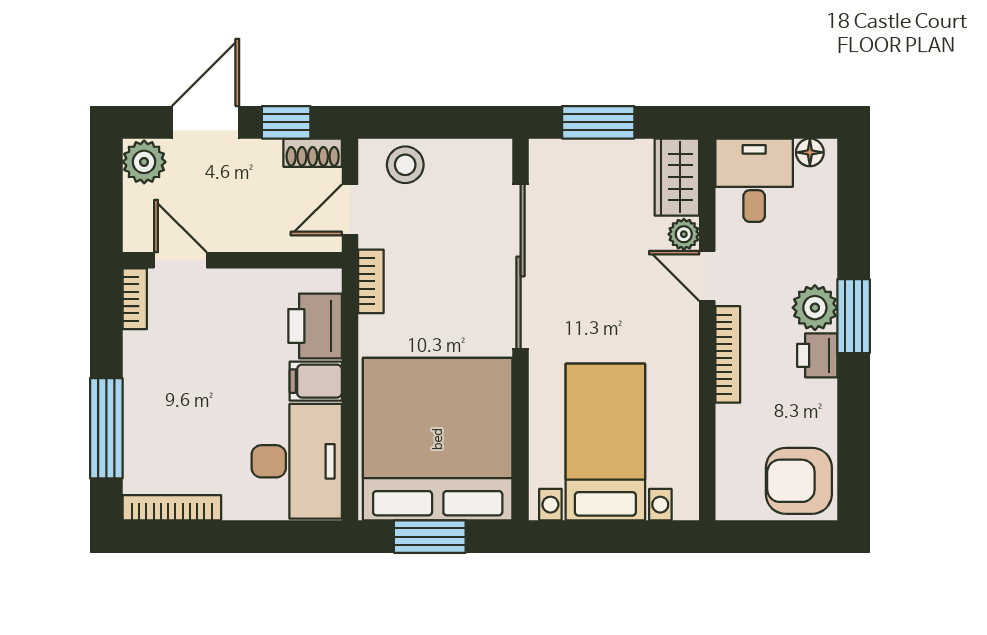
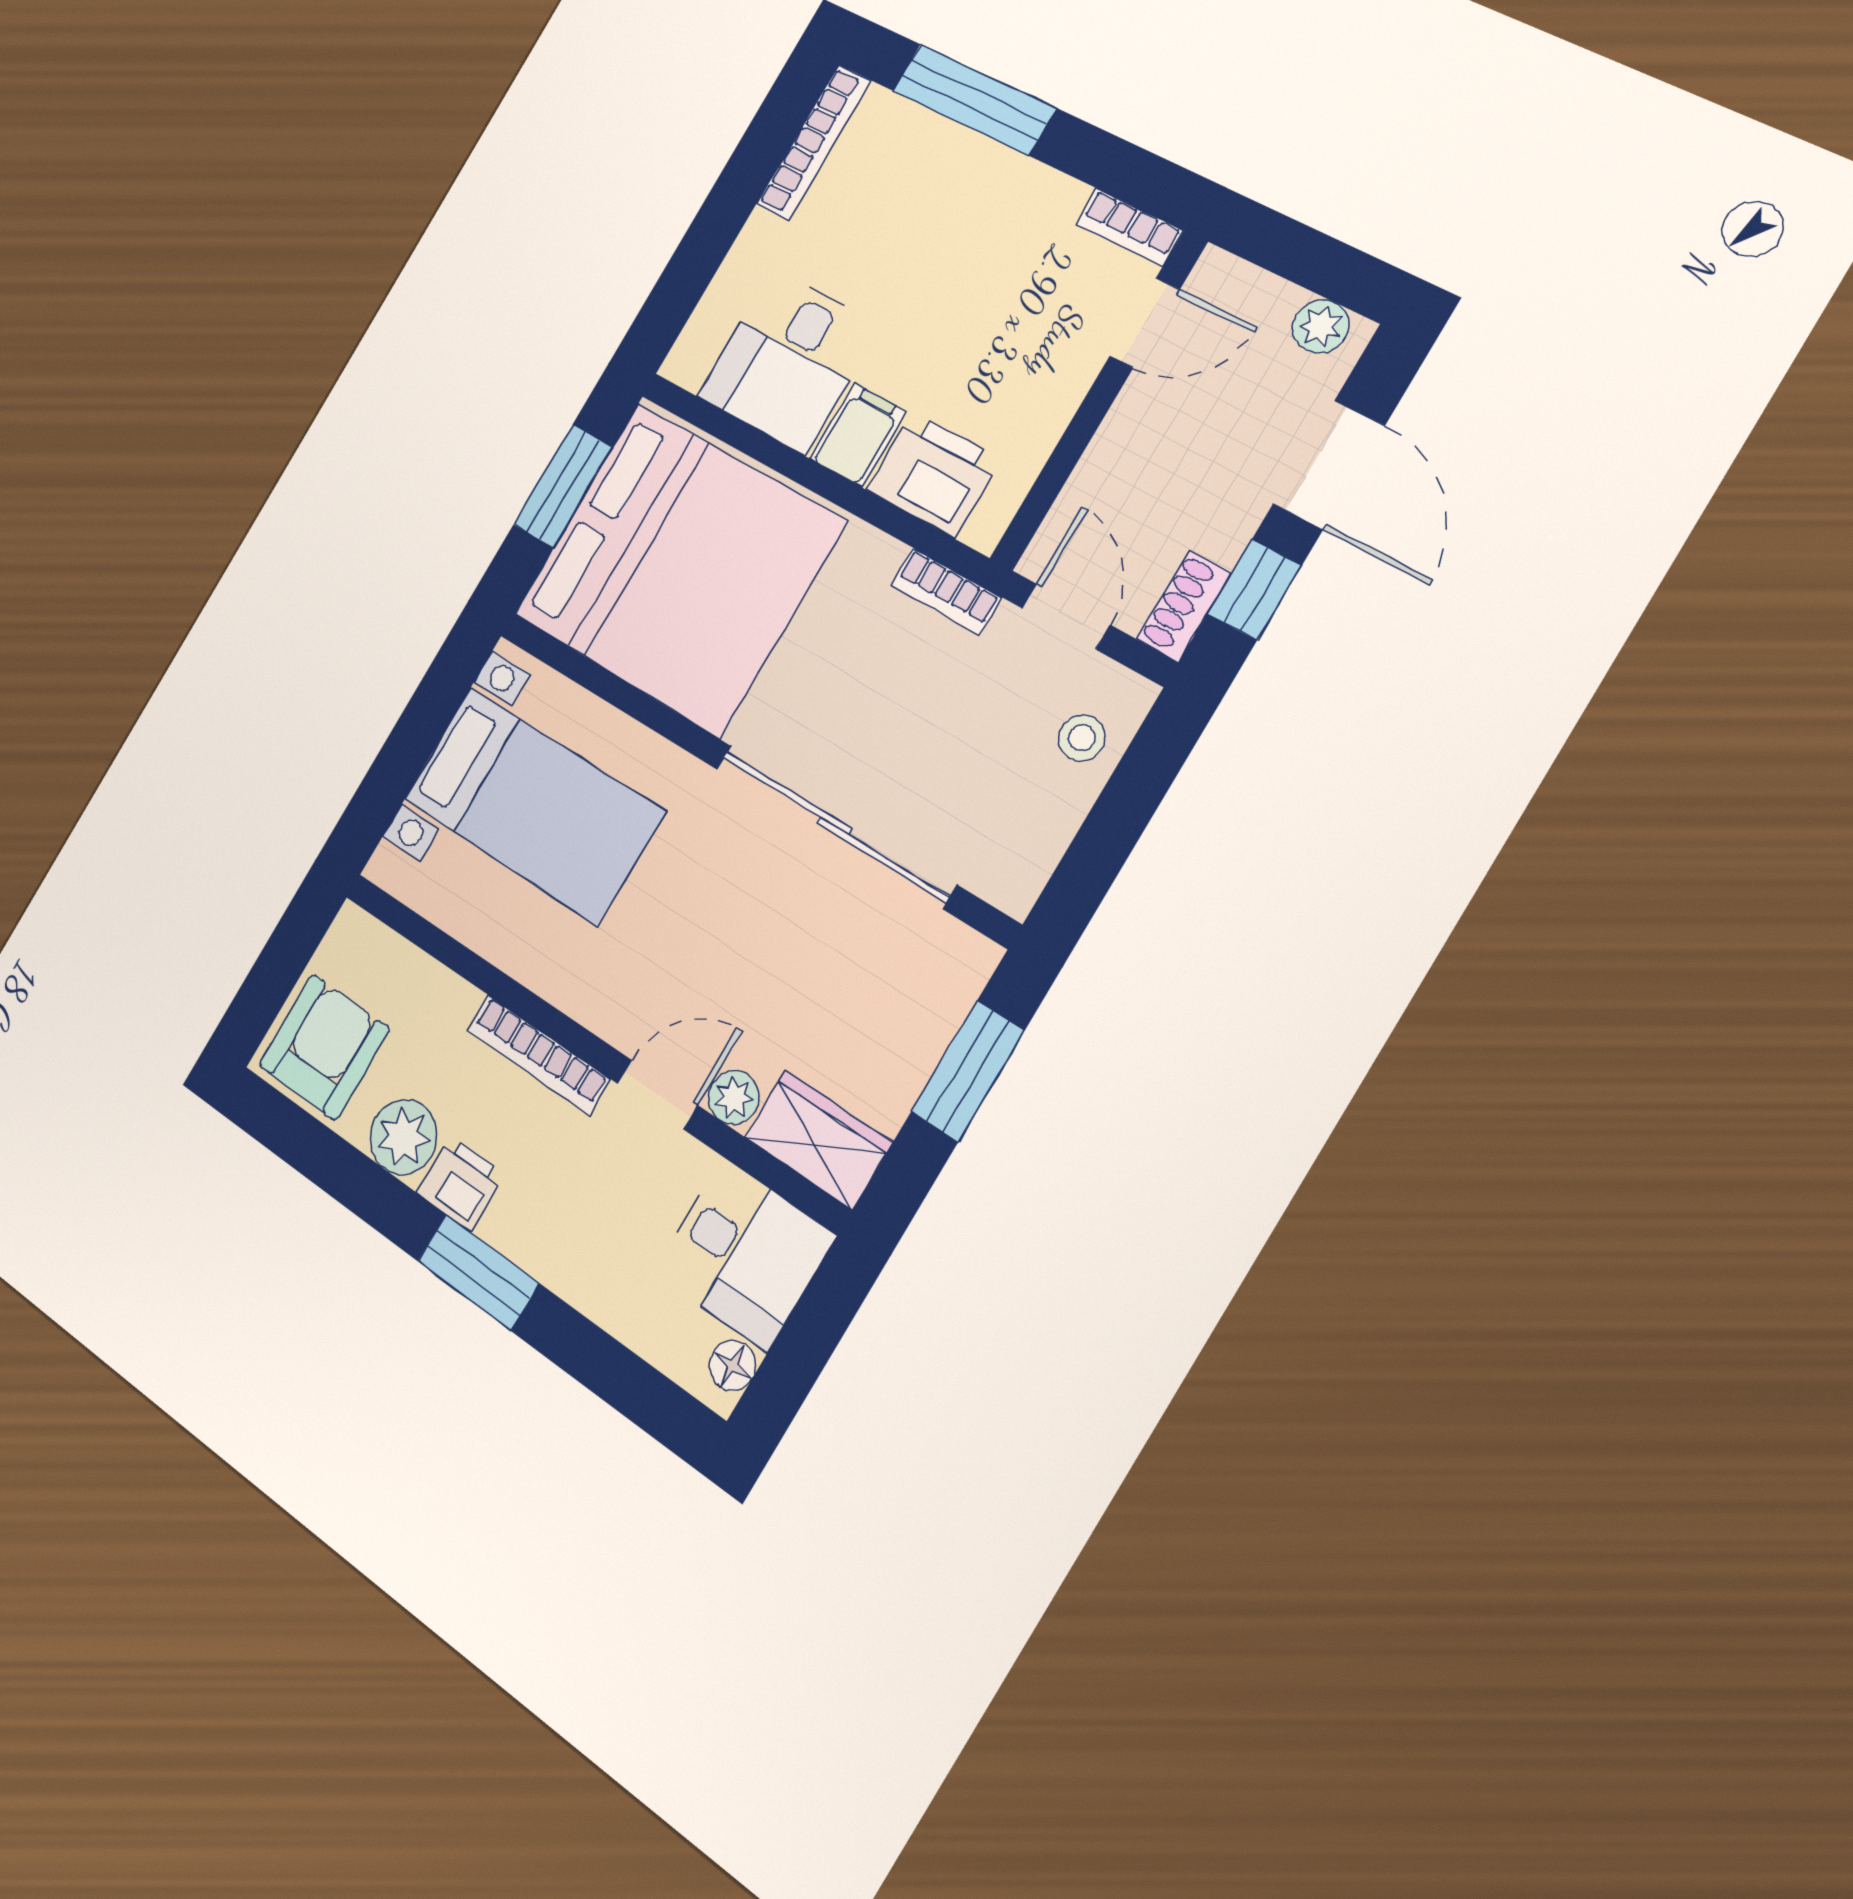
plant: (144, 162) -> (1321, 326), width x0.73, depth x0.73
stool: (405, 165) -> (1082, 738), width x0.73, depth x0.73
plant: (815, 308) -> (404, 1137), moved
desk: (297, 461) -> (789, 361), width x0.73

